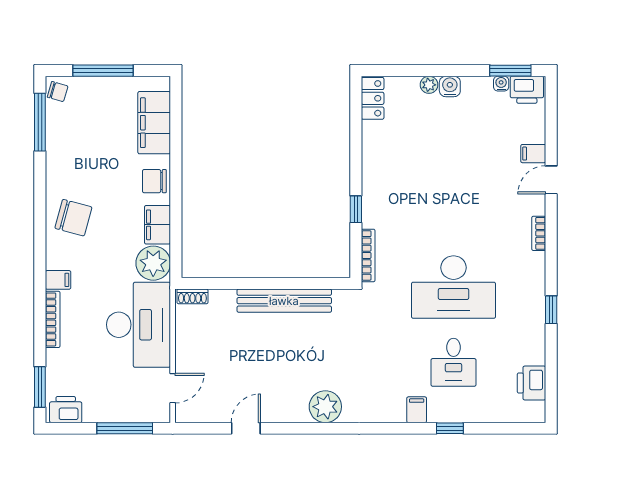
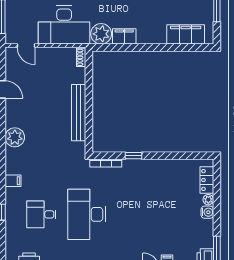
water cooler: (501, 84) -> (209, 243), removed
locker: (373, 98) -> (207, 180), moved, turned 90
chair: (154, 181) -> (150, 35), removed
filing cabinet: (417, 410) -> (13, 181), moved

